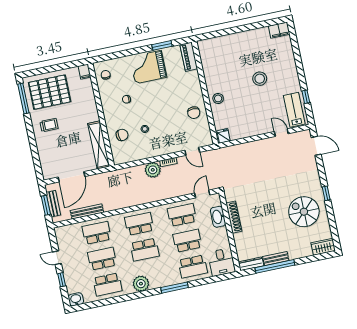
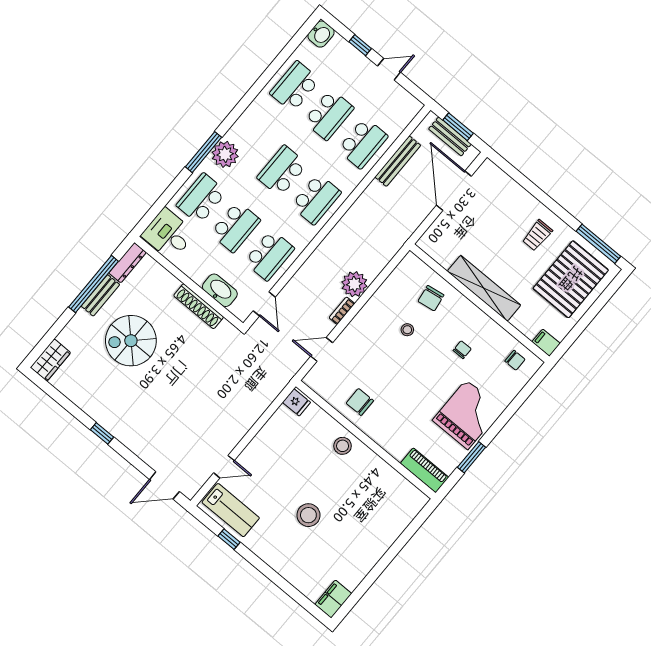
shelving: (99, 145) -> (484, 288), moved
spiral stairs: (304, 212) -> (131, 341), moved, turned 180
plant: (141, 284) -> (225, 154), moved

